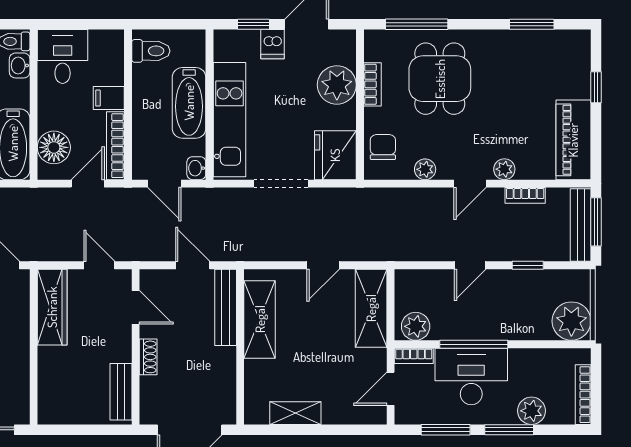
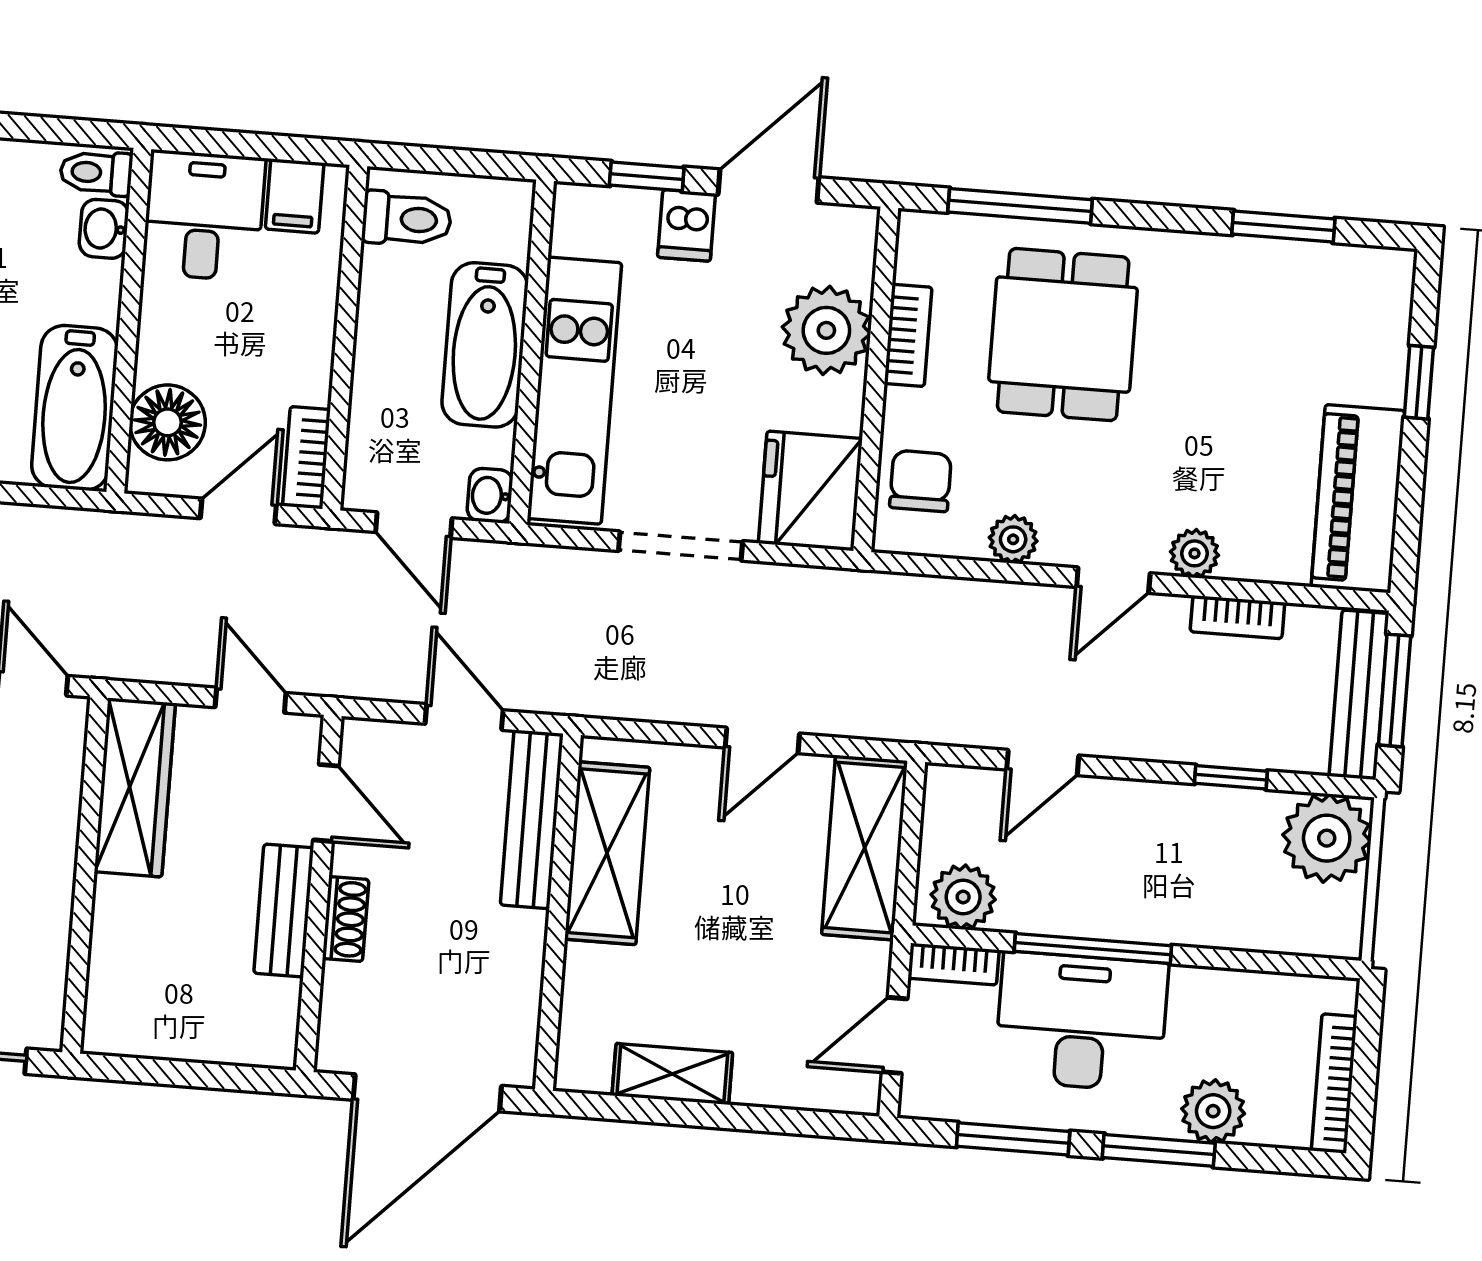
filing cabinet: (109, 98) -> (295, 196), moved, turned -90
bookcase: (115, 146) -> (306, 458), width x0.64
door: (470, 265) -> (1043, 762), moved
plant: (571, 321) -> (1327, 838), moved
bench: (121, 392) -> (284, 910), moved

